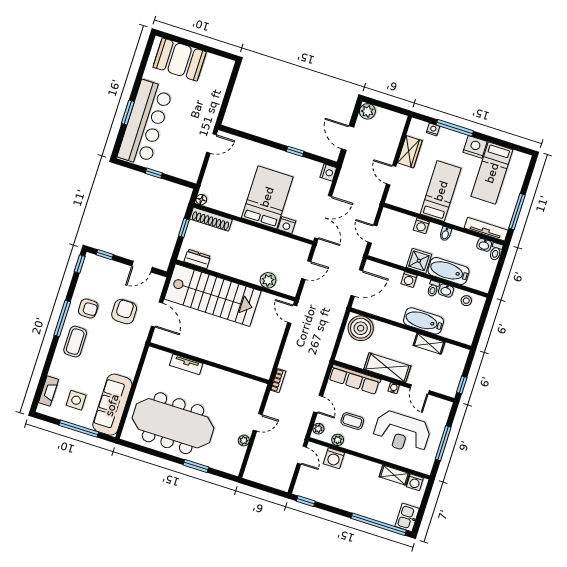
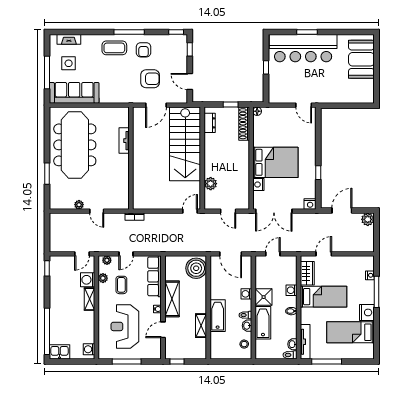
wardrobe: (410, 152) -> (307, 273), moved, turned -90
shelving: (394, 475) -> (89, 299), moved

